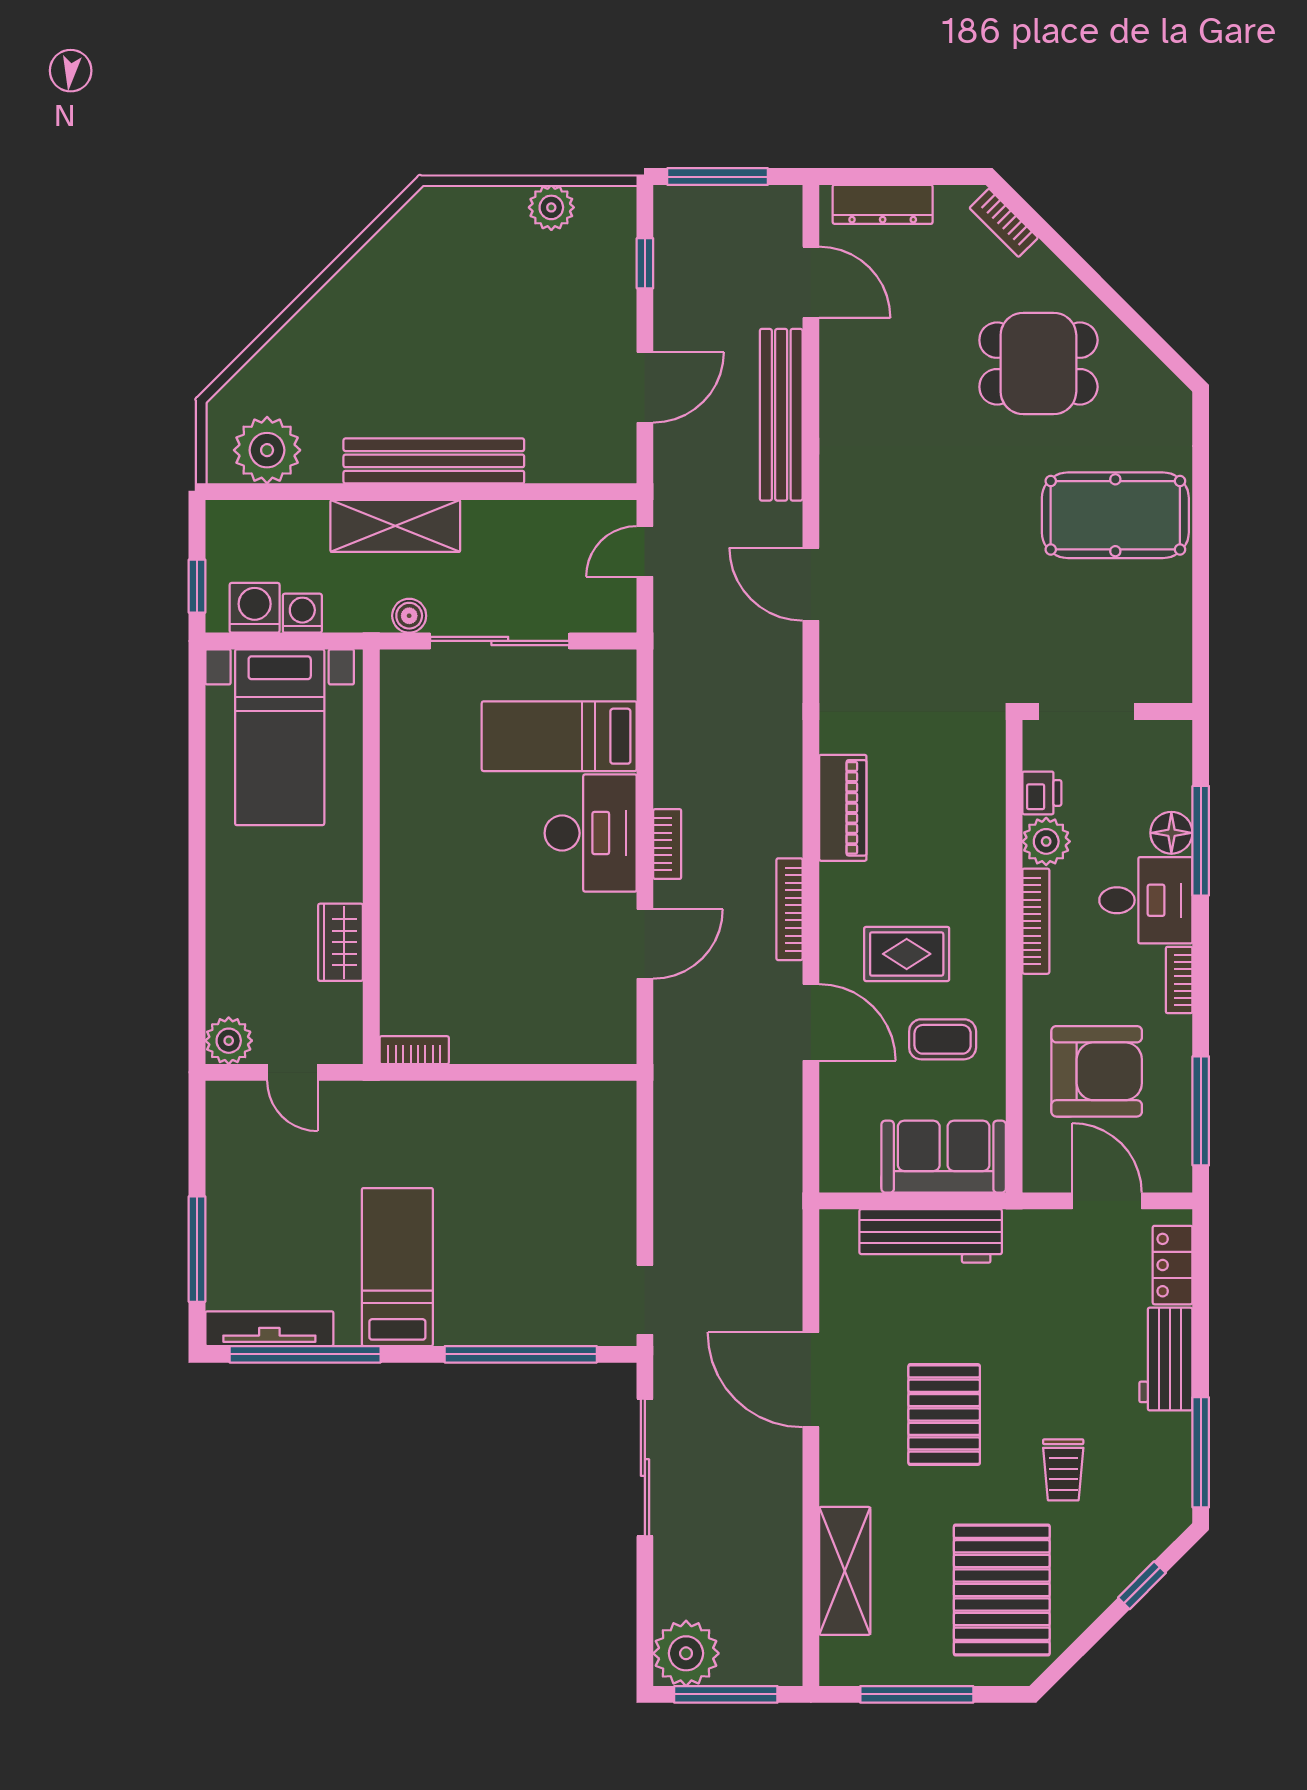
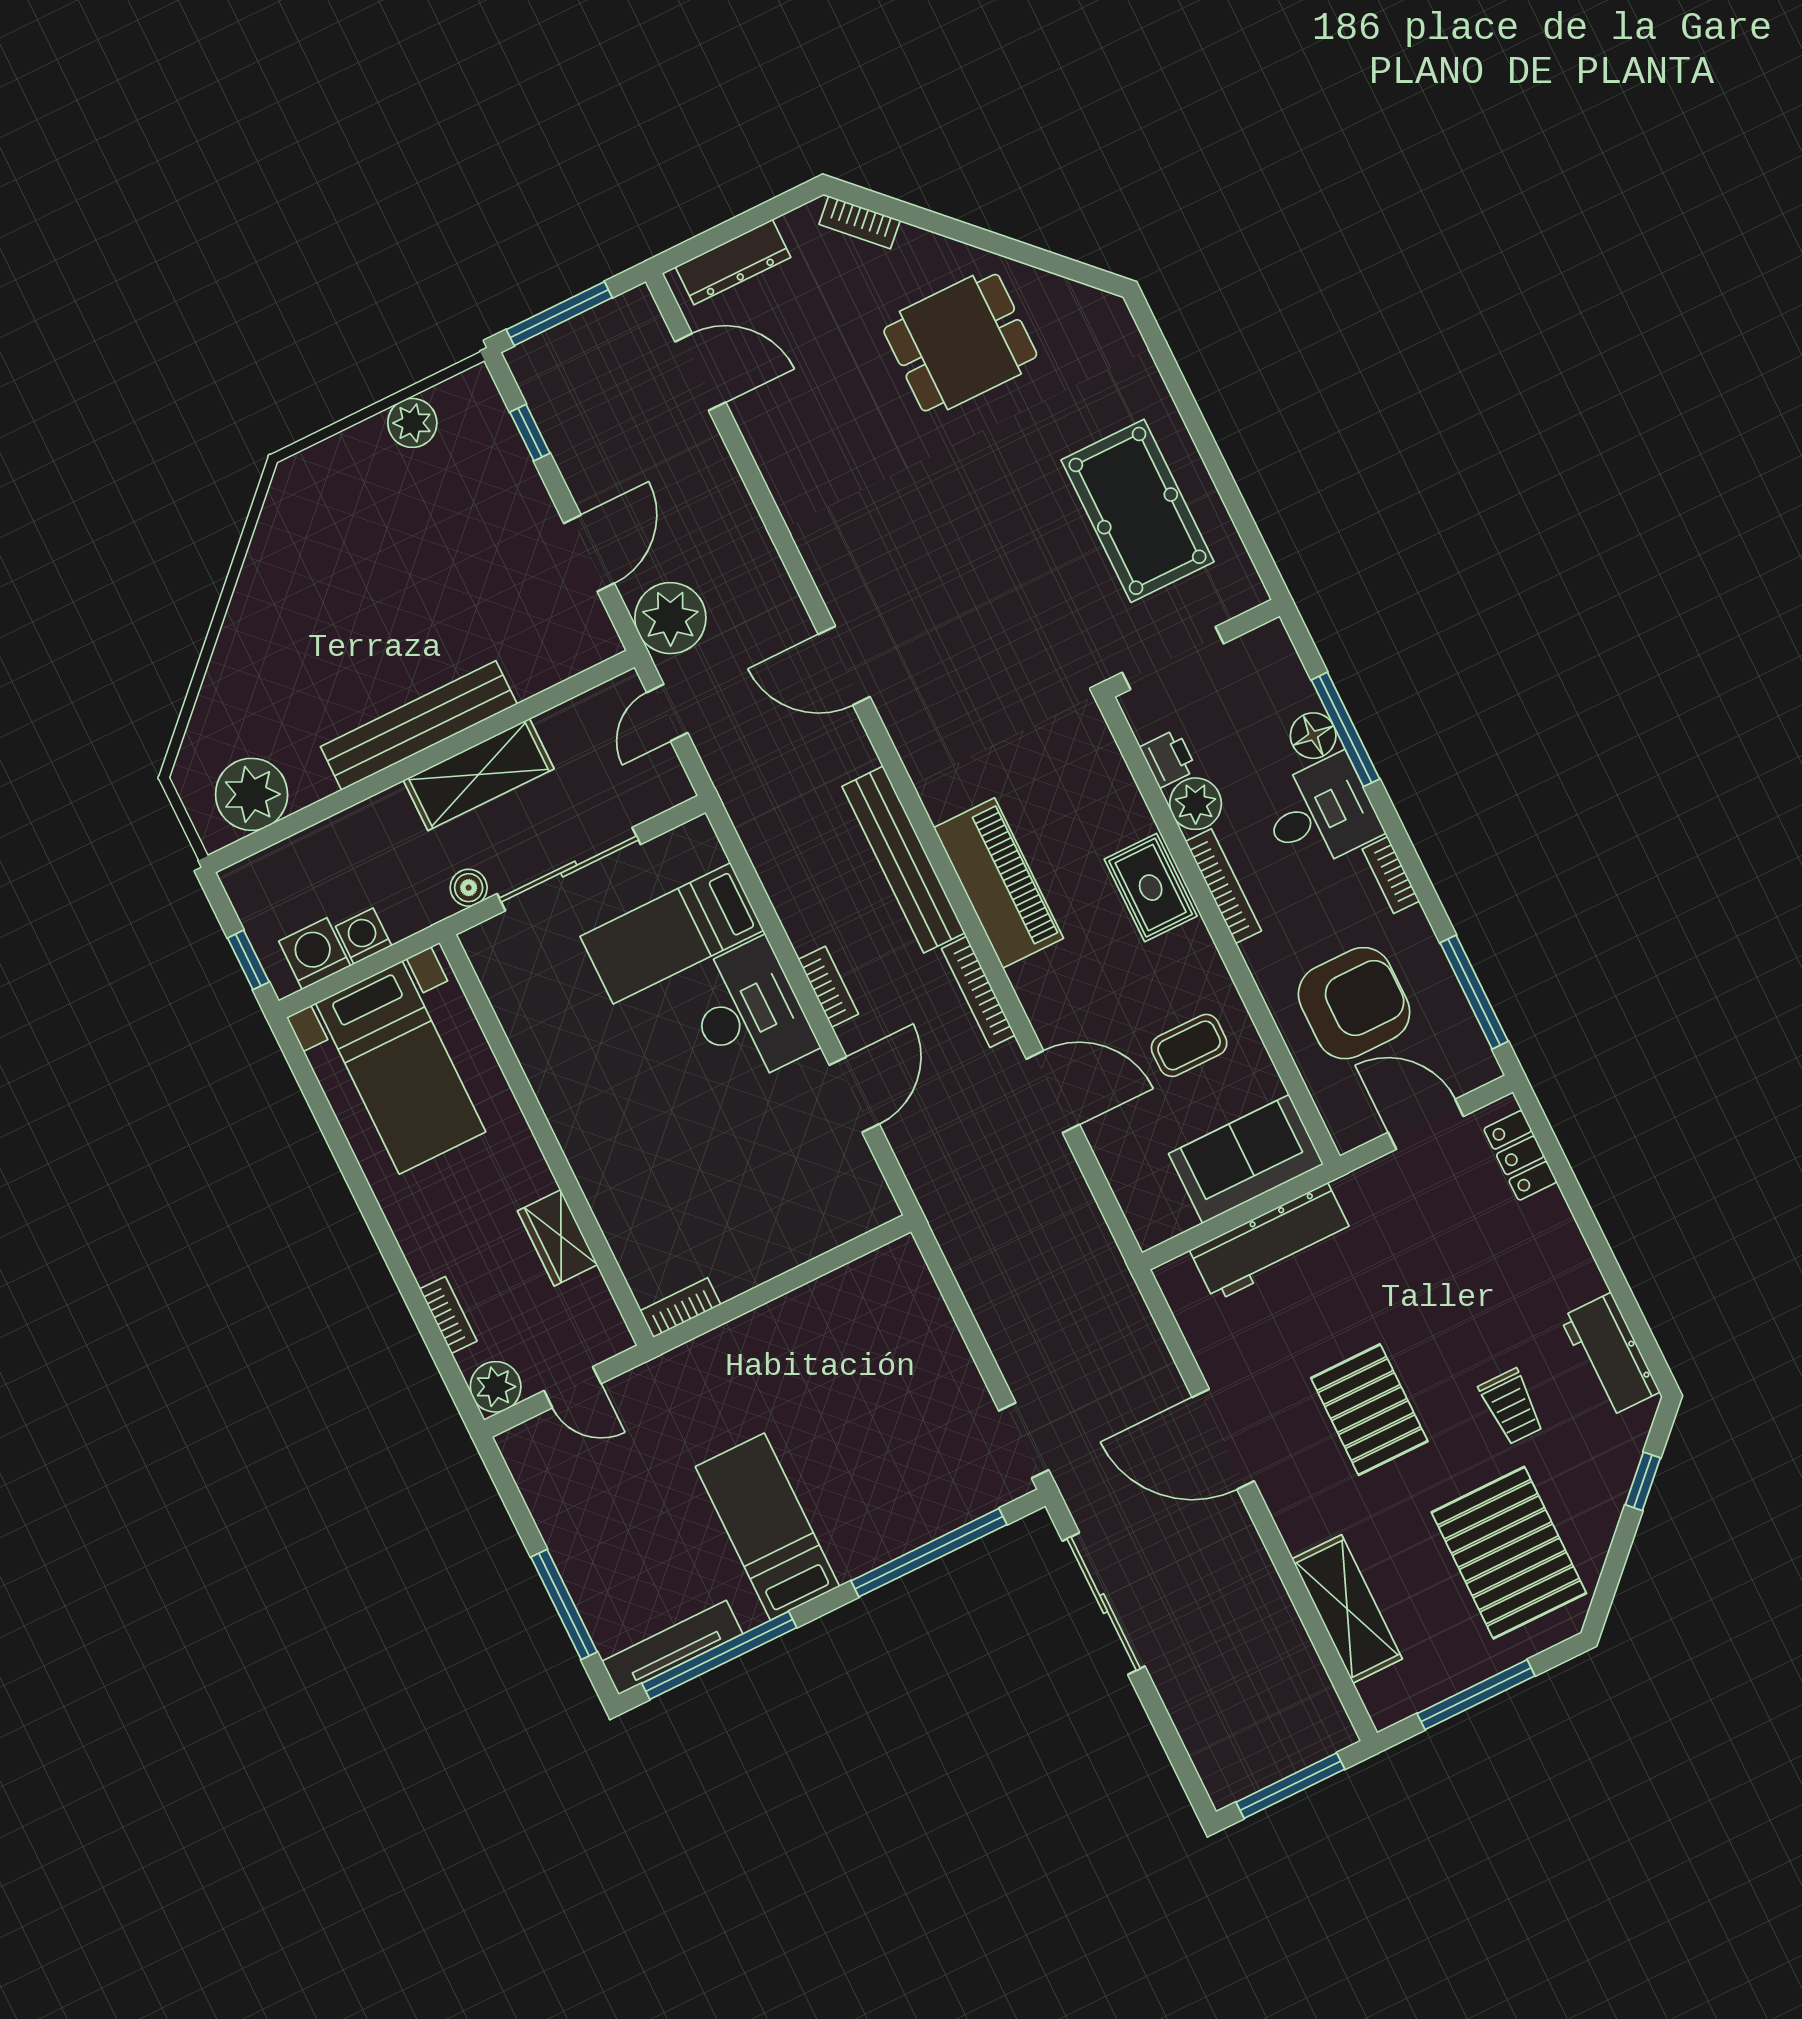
bench: (781, 415) -> (903, 860), moved
pool table: (1115, 515) -> (1138, 511), moved, turned 90
shelving: (395, 526) -> (479, 775), moved
piano: (843, 808) -> (999, 883), width x1.37, depth x1.33
rug: (907, 954) -> (1151, 888), moved, turned 90
bookcase: (219, 962) -> (448, 1315), added
workbench: (1166, 1359) -> (1610, 1355), moved
window: (1201, 1452) -> (1637, 1324), removed
plant: (686, 1653) -> (670, 618), moved

